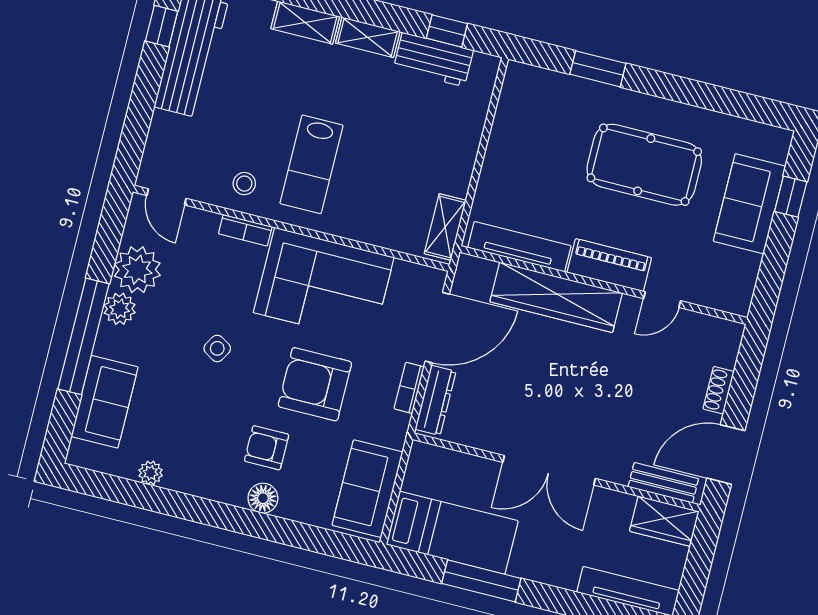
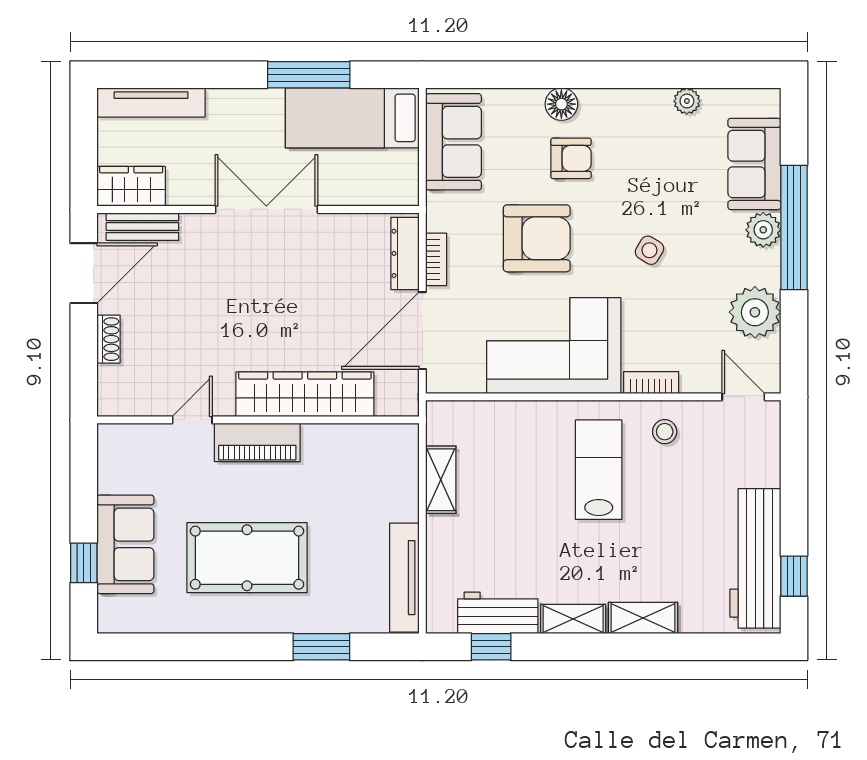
shelving: (445, 227) -> (441, 480), moved
tv unit: (519, 247) -> (404, 578), moved, turned 90
plant: (120, 309) -> (763, 230), moved

